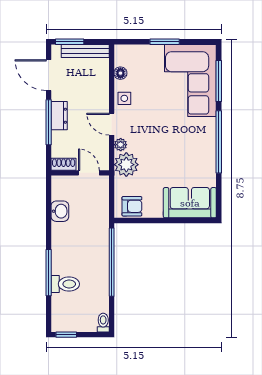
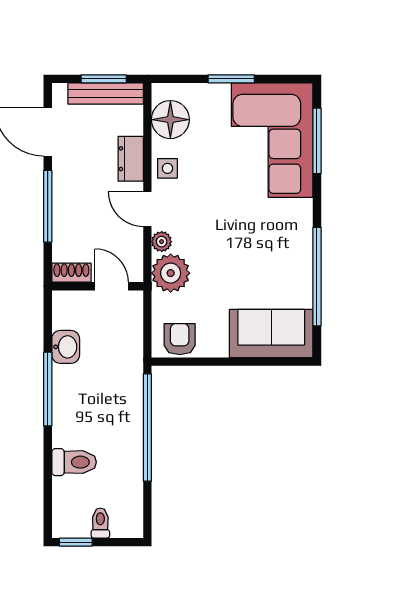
window: (70, 42) -> (104, 79), moved
floor lamp: (120, 73) -> (170, 120), width x1.89, depth x1.89
dresser: (59, 116) -> (131, 159), moved, turned 180
window: (219, 142) -> (317, 277), moved
armchair: (132, 206) -> (180, 339), turned -90
window: (49, 273) -> (48, 389), moved
toilet: (103, 323) -> (100, 523), moved

